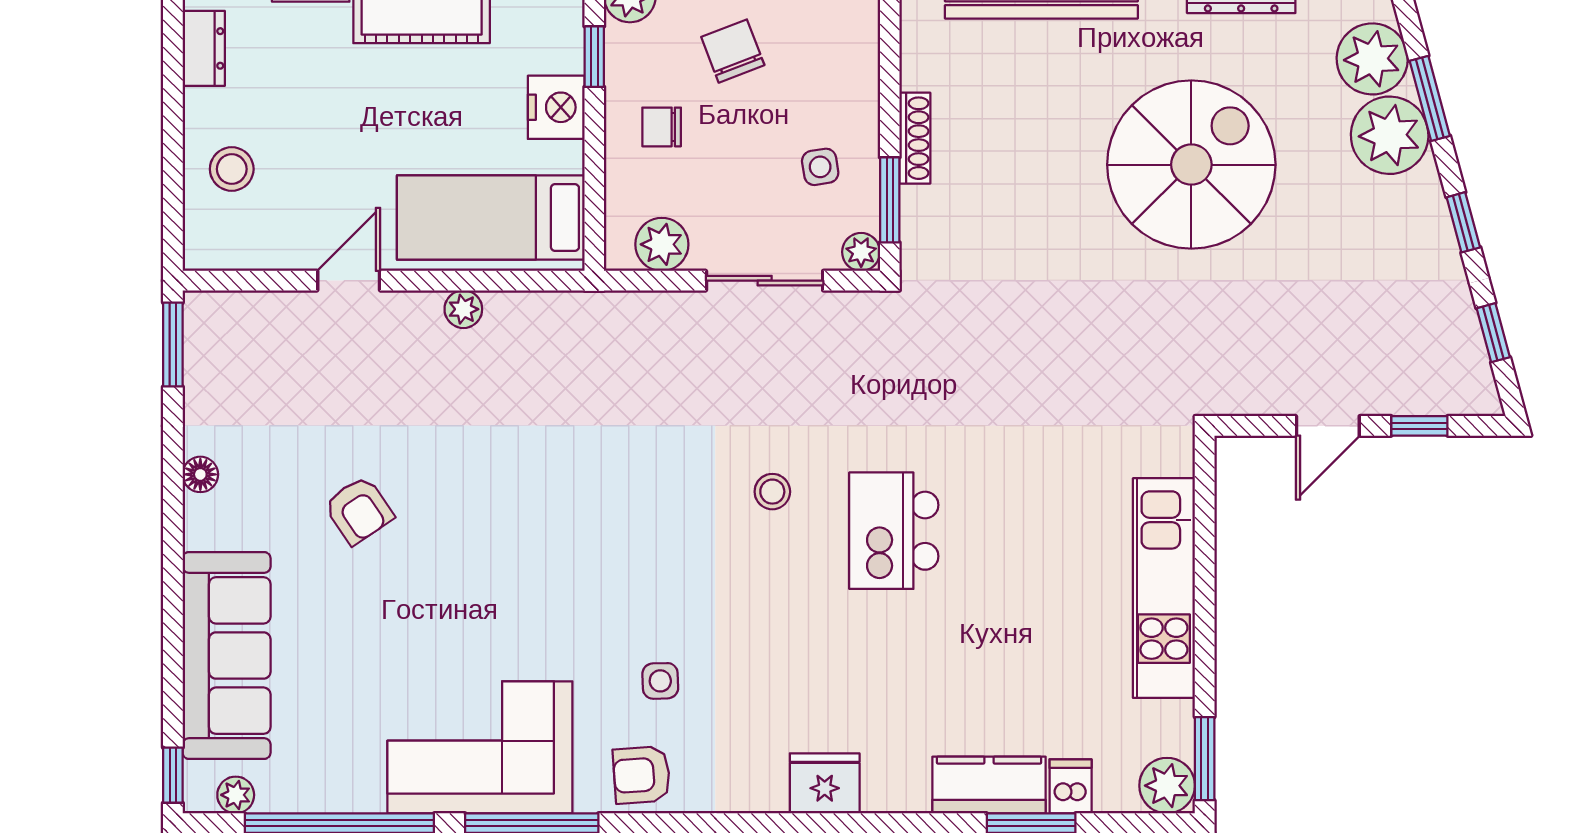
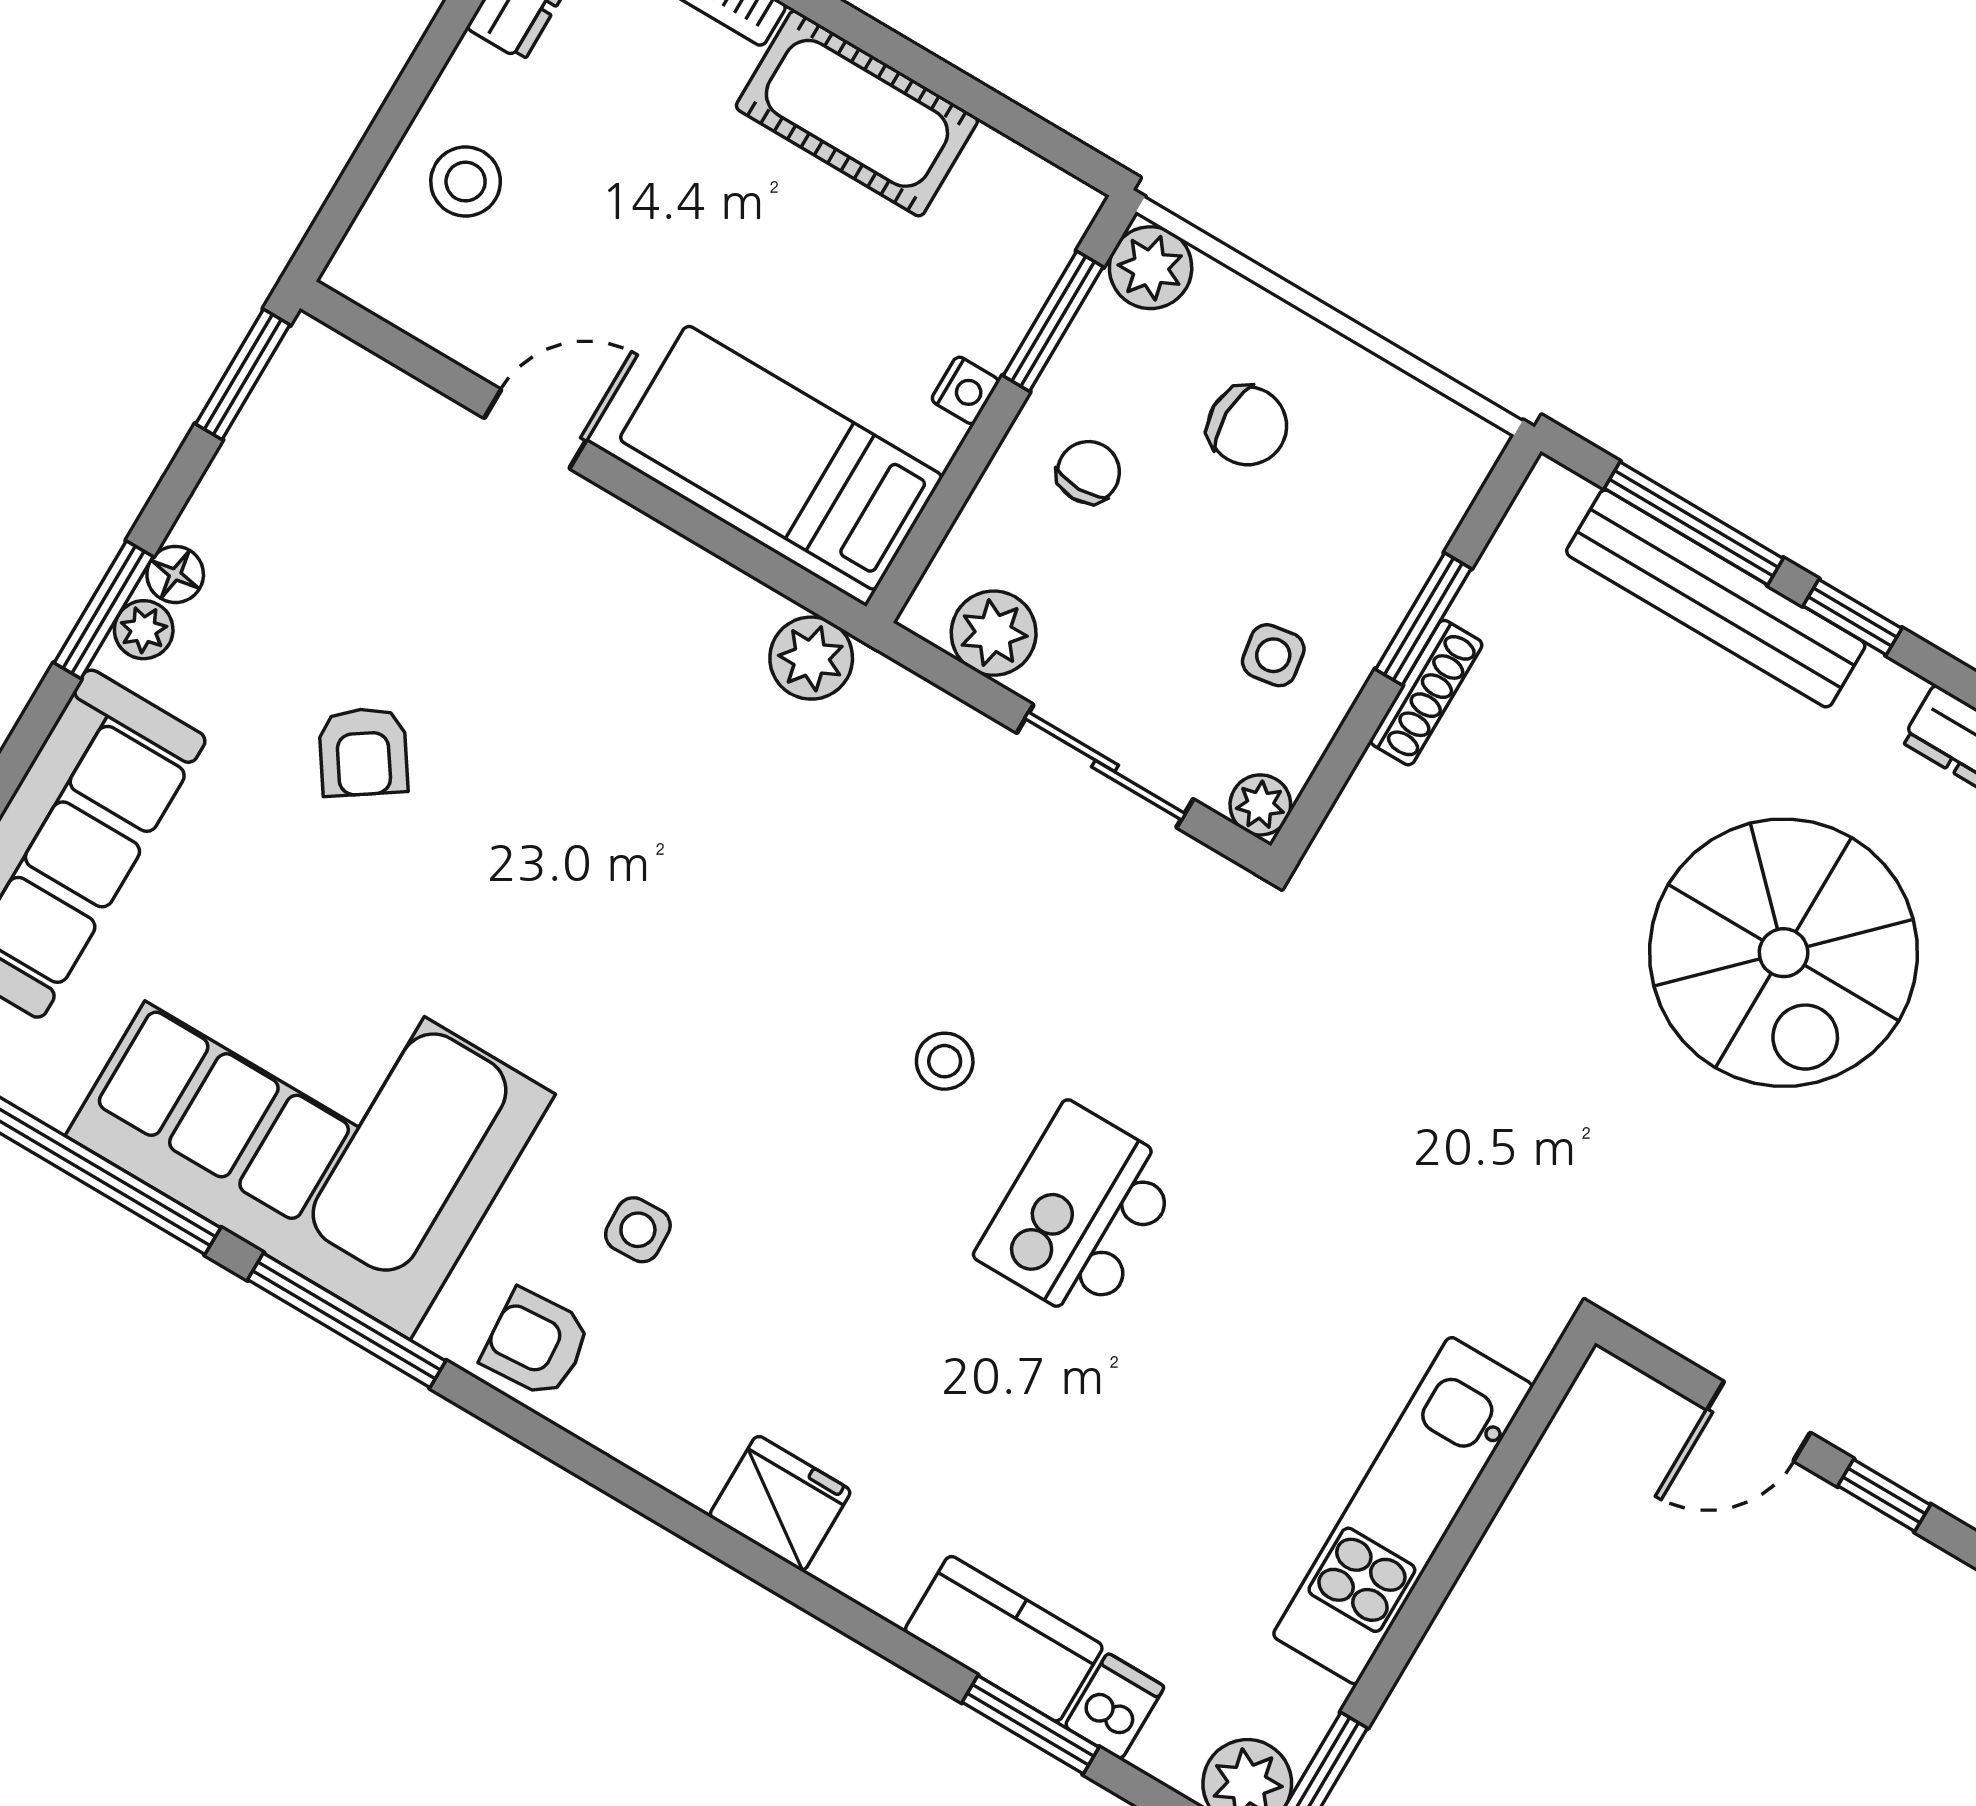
chair: (733, 51) -> (1247, 426), turned 111
window: (594, 57) -> (1053, 321), width x1.50
nightstand: (556, 107) -> (965, 390), width x0.53, depth x0.56
chair: (662, 127) -> (1088, 472), turned 90
spiral stairs: (1191, 165) -> (1784, 953), turned 90
window: (890, 200) -> (1423, 619), moved
plant: (463, 309) -> (811, 658), moved, width x1.38, depth x1.38
plant: (201, 514) -> (144, 630), added
window: (173, 516) -> (104, 610), added
corner sofa: (480, 747) -> (310, 1115), width x1.36, depth x1.36

